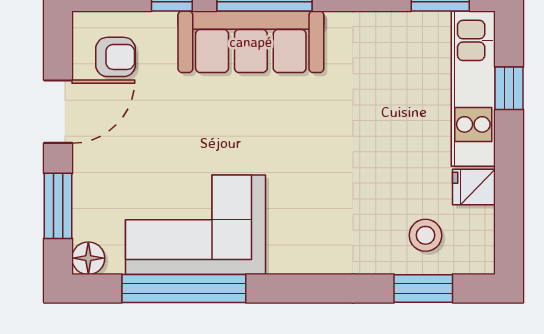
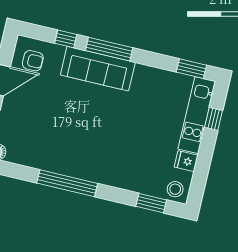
corner sofa: (195, 225) -> (52, 148), removed
stool: (426, 235) -> (175, 189), moved
window: (184, 288) -> (67, 183), moved

